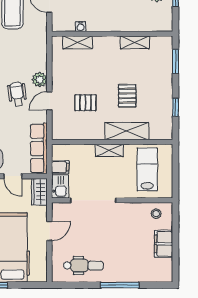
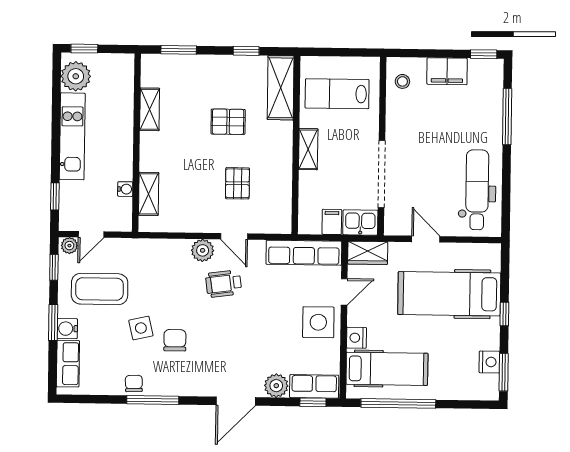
shelving: (127, 131) -> (281, 88), moved
dental chair: (83, 265) -> (477, 190), width x1.36, depth x1.38
window: (175, 269) -> (484, 54), added
window: (120, 285) -> (507, 117), moved

